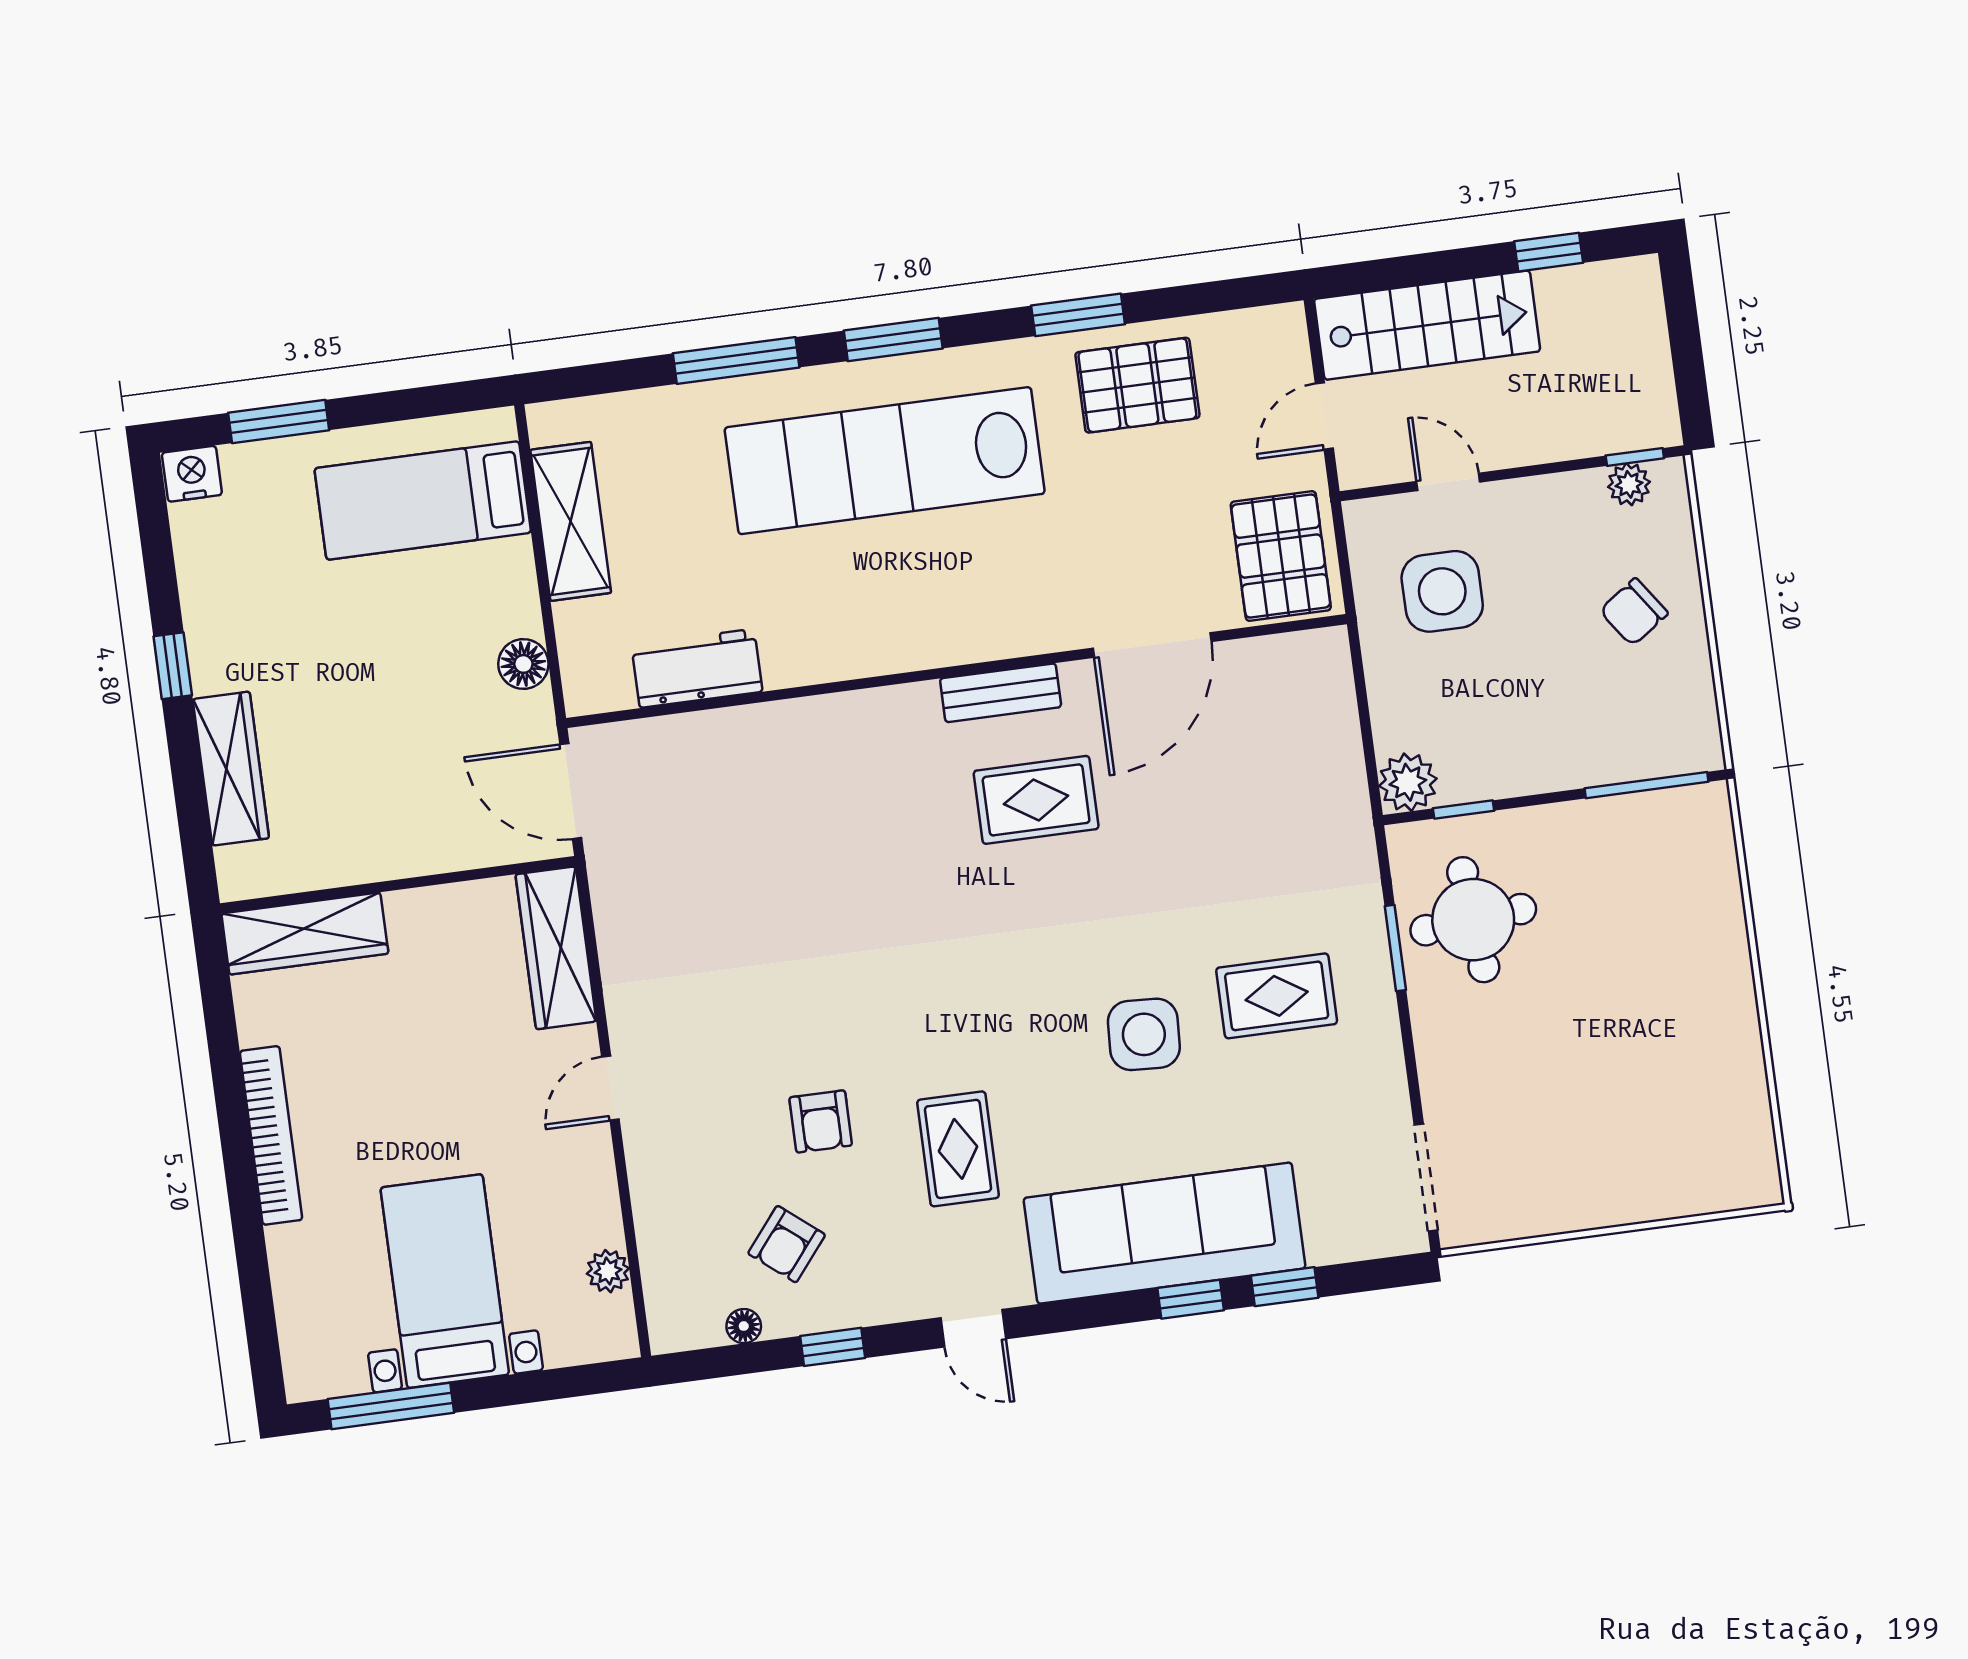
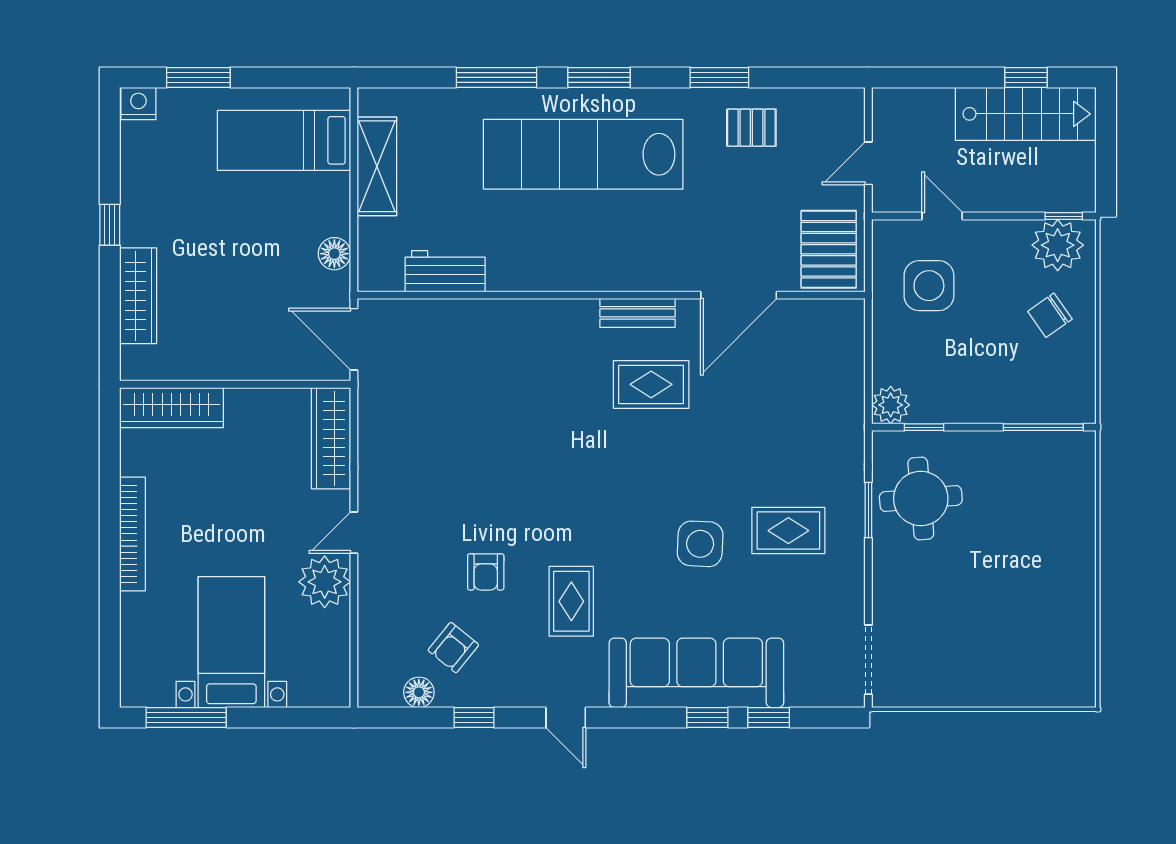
stairs: (1427, 325) -> (1026, 114), moved
pallet: (1137, 385) -> (751, 128), width x0.67, depth x0.71
plant: (1629, 484) -> (1058, 245), width x1.88, depth x1.88
plant: (608, 1271) -> (325, 582), moved, width x1.87, depth x1.87
floor lamp: (744, 1326) -> (419, 692), width x1.37, depth x1.37

